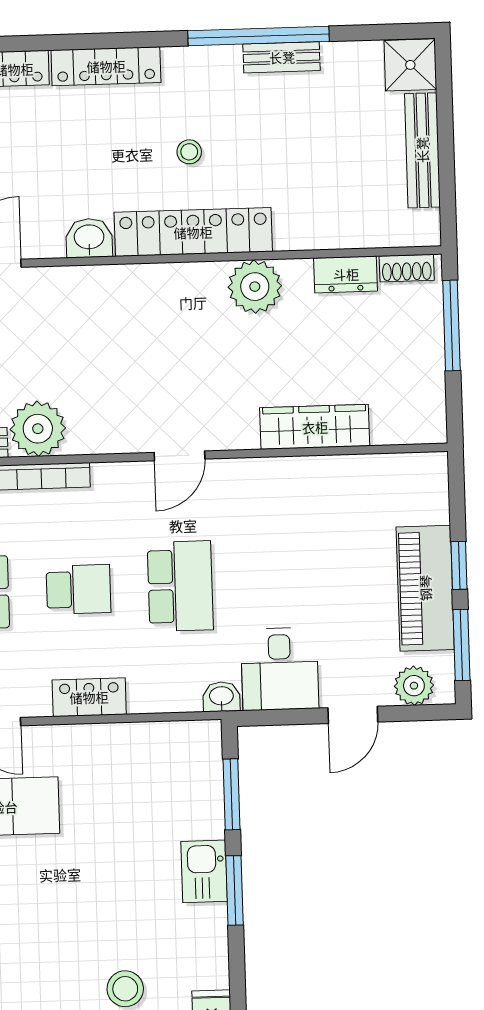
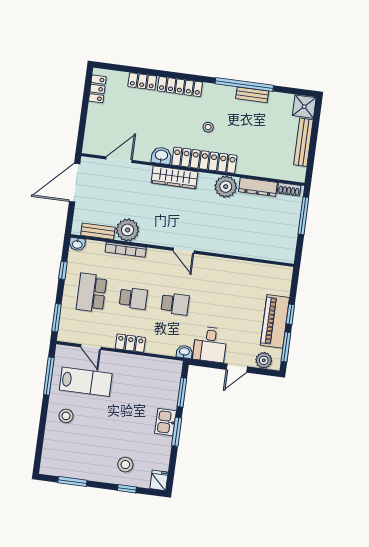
dresser: (346, 274) -> (258, 187), width x1.44
wardrobe: (315, 427) -> (175, 177), moved, turned 180
door: (180, 456) -> (184, 251), hinge flipped
school desk: (180, 586) -> (175, 304), width x0.54

